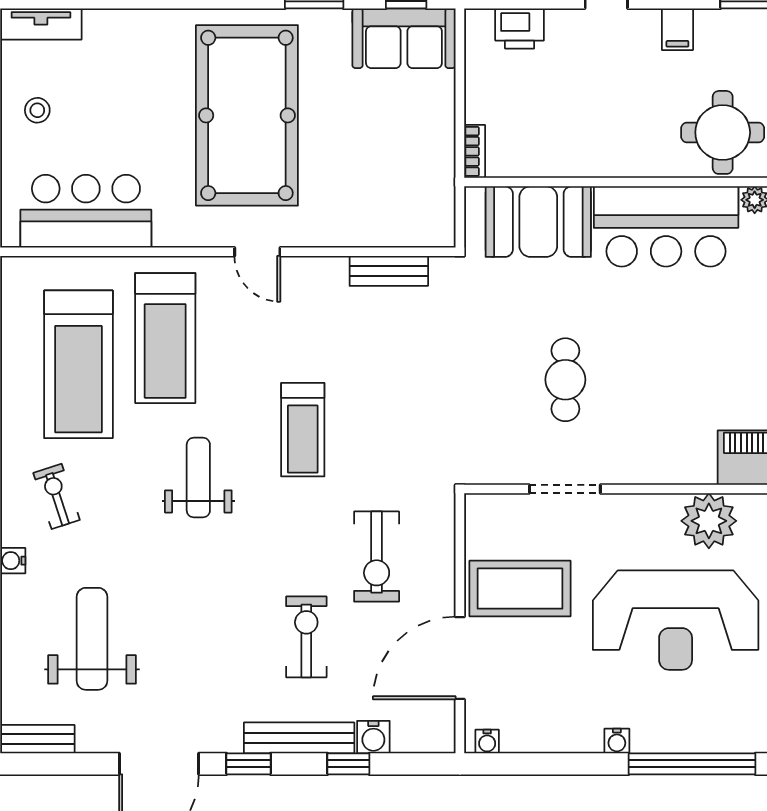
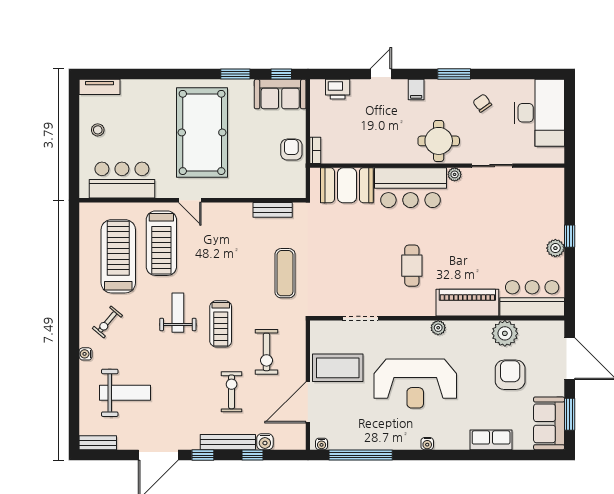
armchair: (427, 150) -> (291, 150), added
door: (257, 252) -> (190, 200), moved
treadmill: (78, 364) -> (118, 256), turned 180
cafe table: (565, 380) -> (412, 266), moved
exercise mat: (414, 398) -> (285, 273), added
treadmill: (303, 430) -> (221, 324), moved
exercise bike: (57, 496) -> (107, 322), turned -122
plant: (709, 521) -> (438, 328), width x0.53, depth x0.53
weight bench: (92, 639) -> (125, 393), turned 90
water cooler: (617, 741) -> (427, 444), moved
window: (692, 764) -> (361, 455), moved

